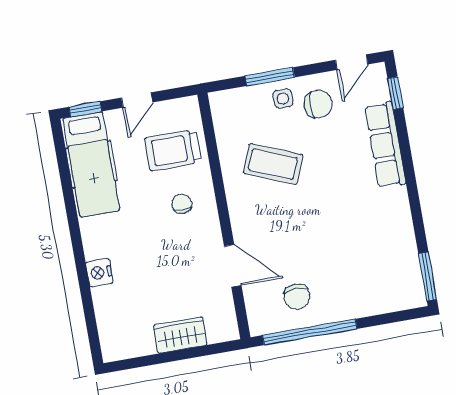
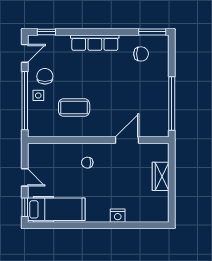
door: (352, 62) -> (25, 53), hinge flipped
window: (270, 77) -> (25, 101), width x2.11
row of seats: (385, 145) -> (95, 43), moved
trolley: (173, 150) -> (56, 162), removed
coffee table: (273, 164) -> (74, 107), turned 68
chair: (297, 296) -> (141, 54), moved

